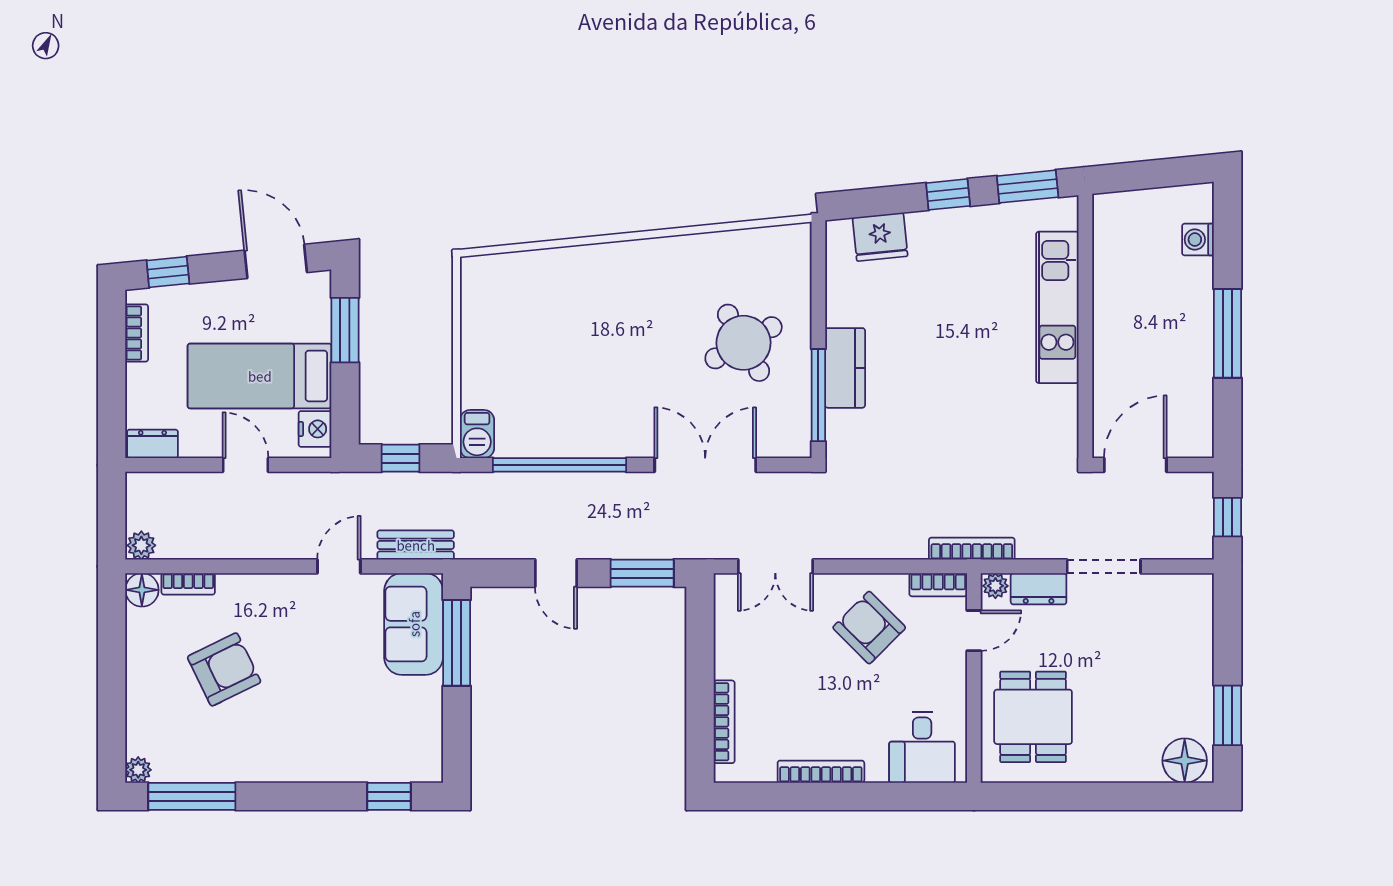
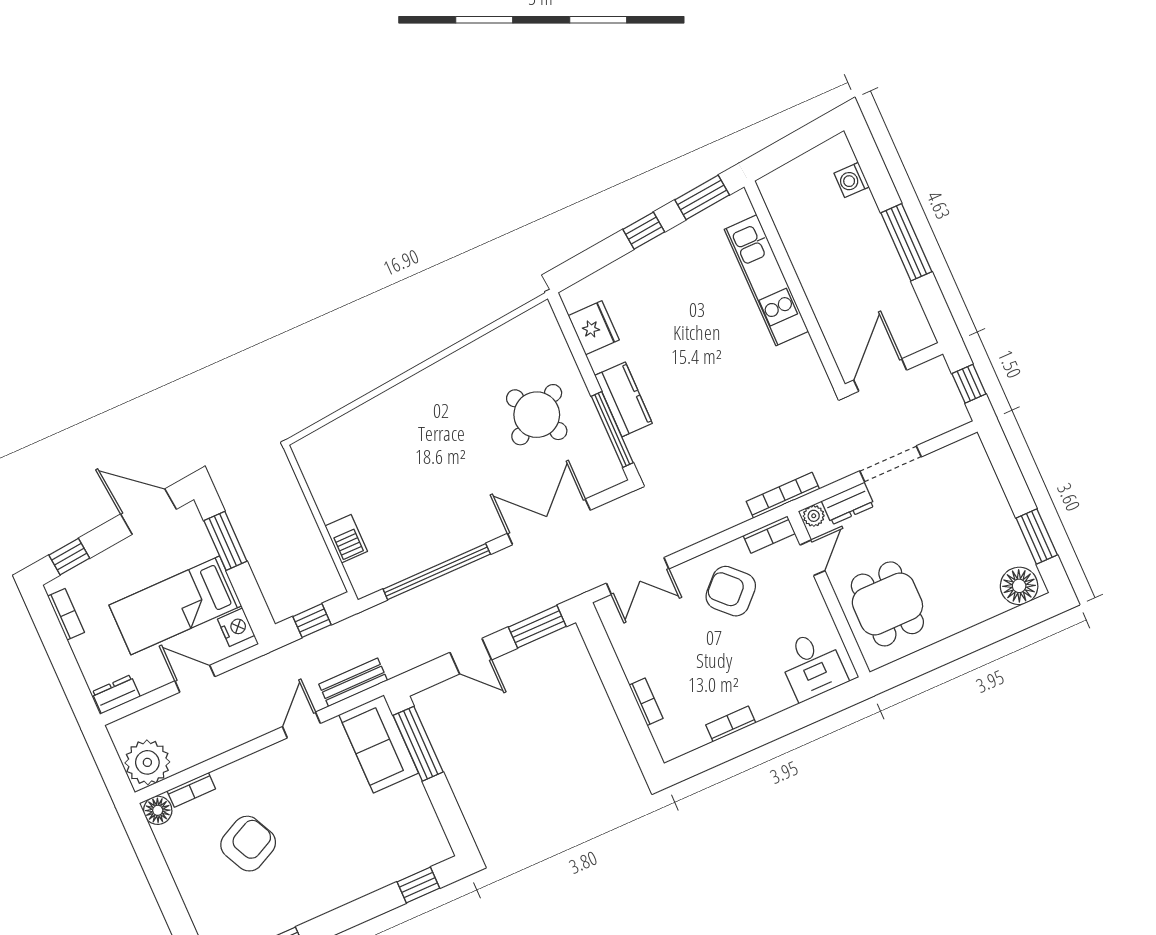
fridge: (880, 237) -> (594, 328), moved, turned -84
barbecue: (477, 434) -> (346, 539), moved
plant: (141, 545) -> (147, 762), width x1.88, depth x1.88
bookcase: (724, 722) -> (646, 702), width x0.64
bookcase: (821, 772) -> (731, 724), width x0.64

